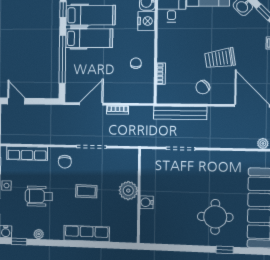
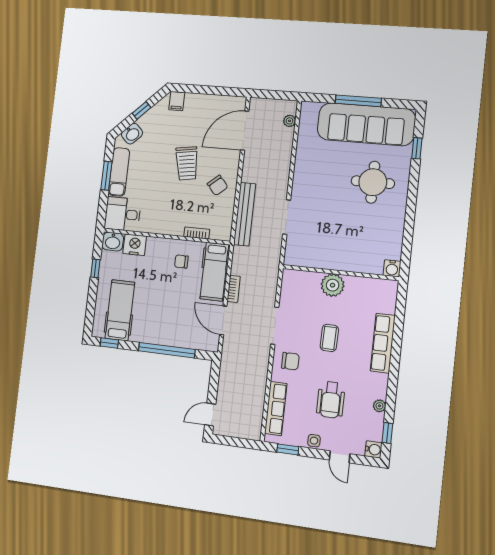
hospital bed: (89, 38) -> (214, 272), moved, turned 180
water cooler: (147, 202) -> (392, 268), moved
window: (225, 250) -> (417, 148), moved

